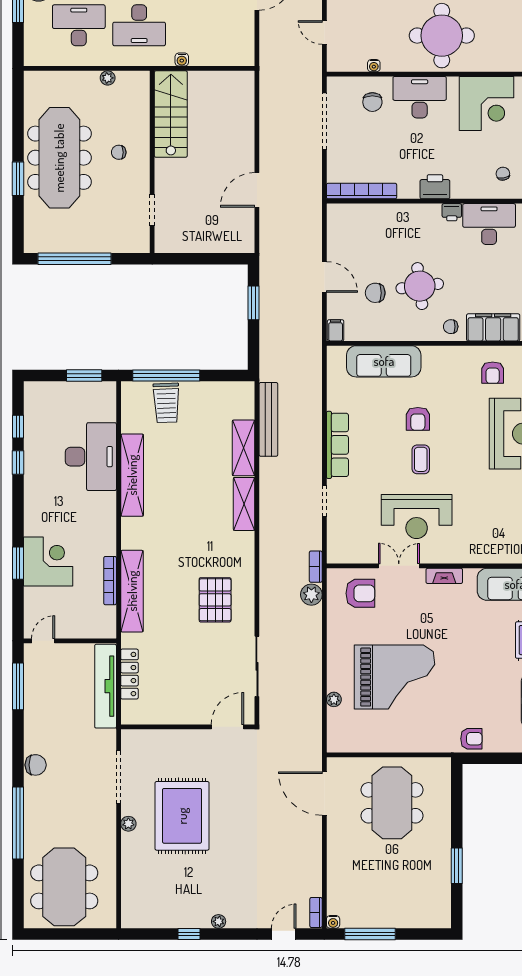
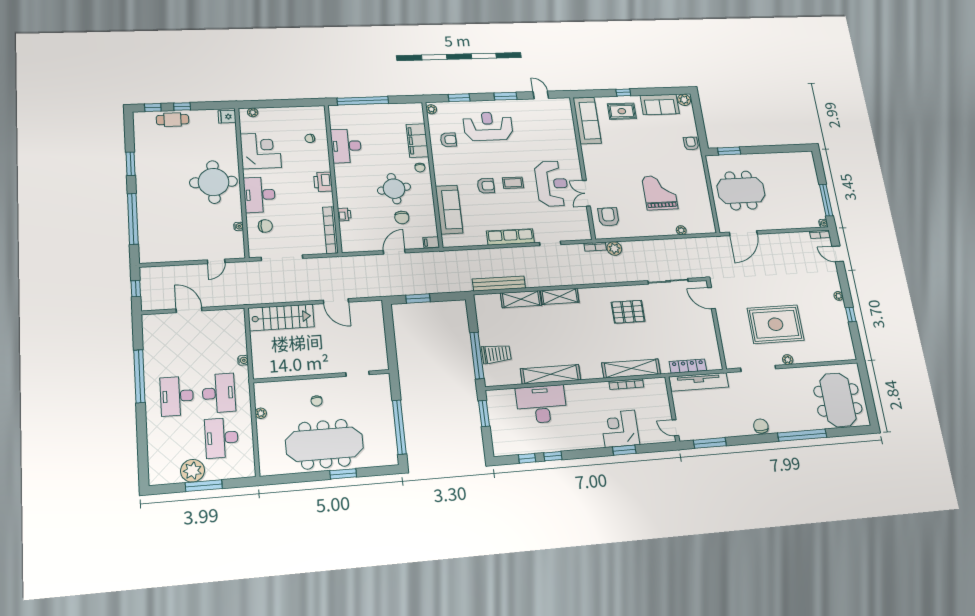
stairs: (171, 114) -> (281, 317), moved, turned 180
printer: (452, 212) -> (344, 214), moved
fireplace: (444, 576) -> (589, 165), removed
grand piano: (395, 677) -> (660, 193), width x0.73, depth x0.68
window: (457, 866) -> (729, 151), moved
meeting table: (64, 887) -> (838, 400), turned 90

